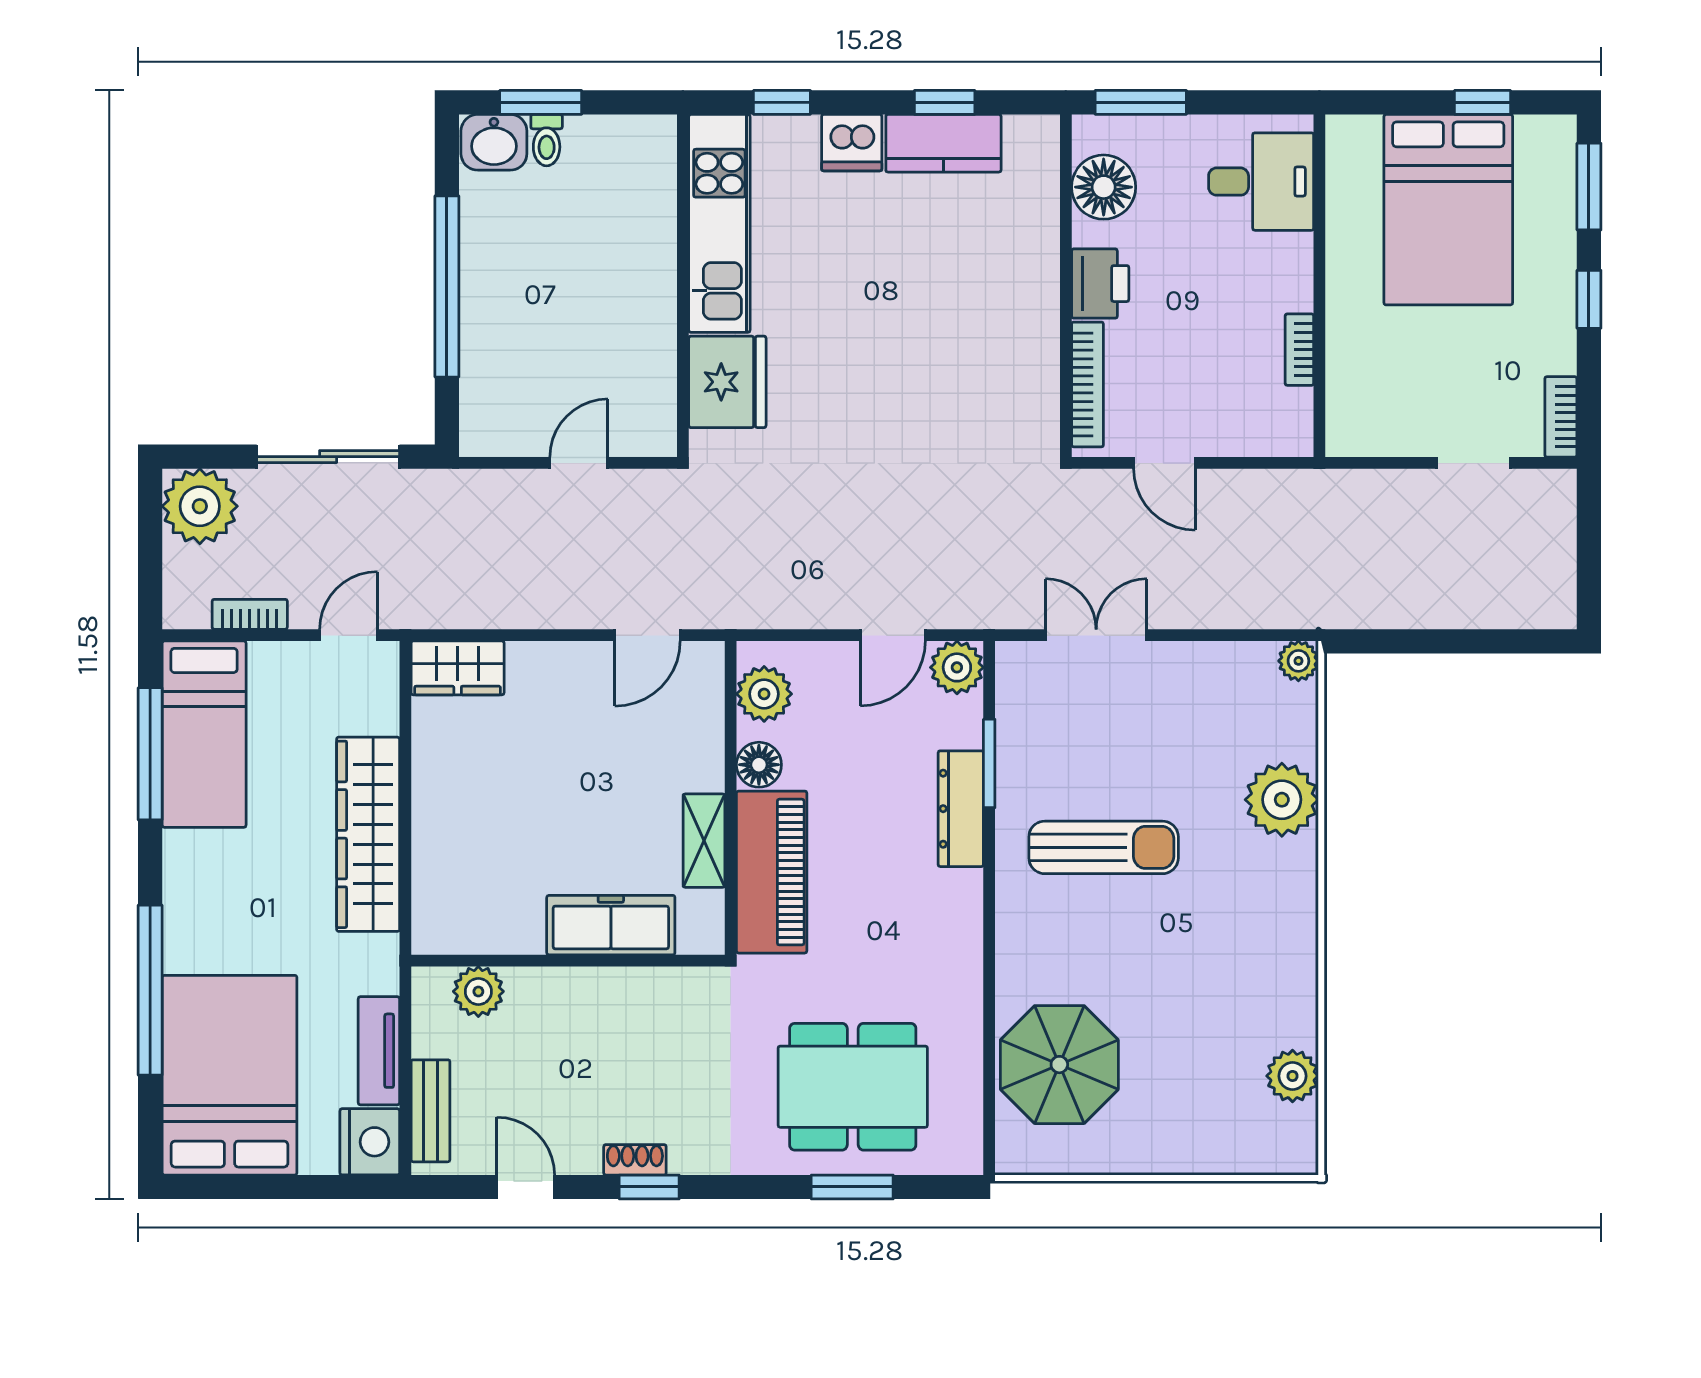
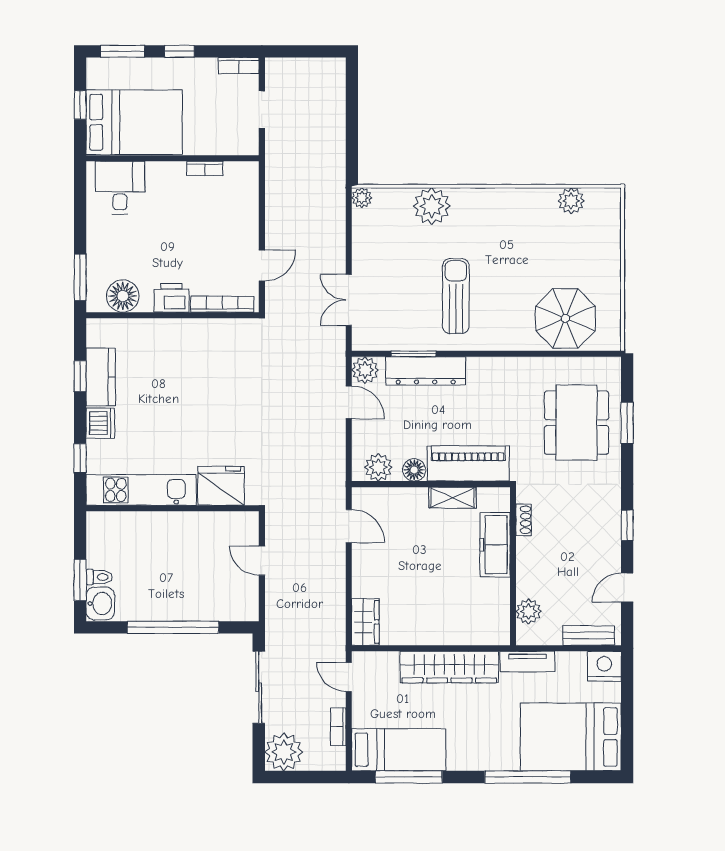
desk: (1261, 182) -> (120, 188), moved
wall: (1319, 286) -> (173, 158), moved
bookcase: (1299, 350) -> (205, 168), moved
dresser: (961, 809) -> (426, 371), width x1.37, depth x1.24
tv unit: (379, 1051) -> (527, 662), moved
shoe rack: (635, 1160) -> (523, 520), moved, turned 180

